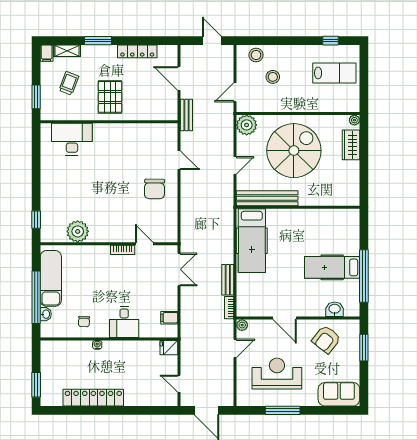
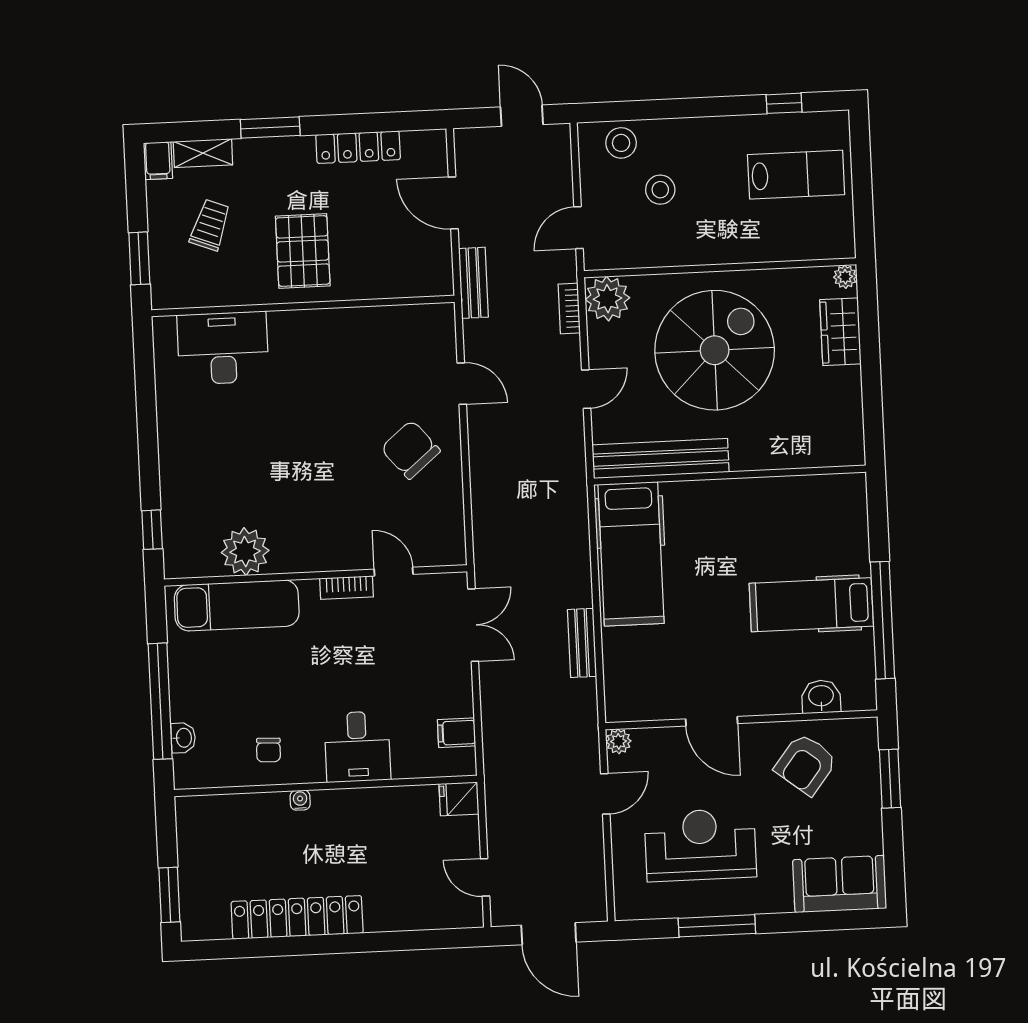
chair: (154, 189) -> (411, 450), turned 139
exam couch: (51, 278) -> (237, 605), moved, turned 90
bookcase: (229, 308) -> (569, 309), moved

